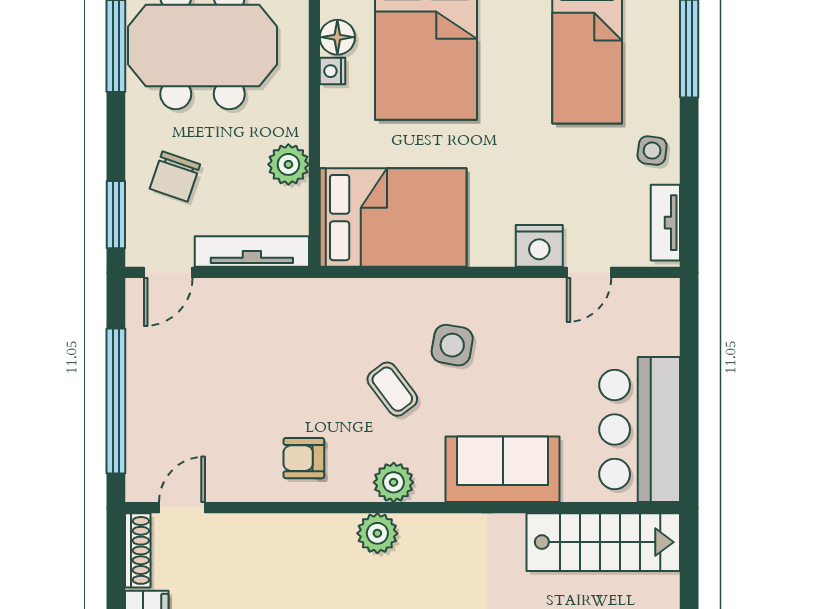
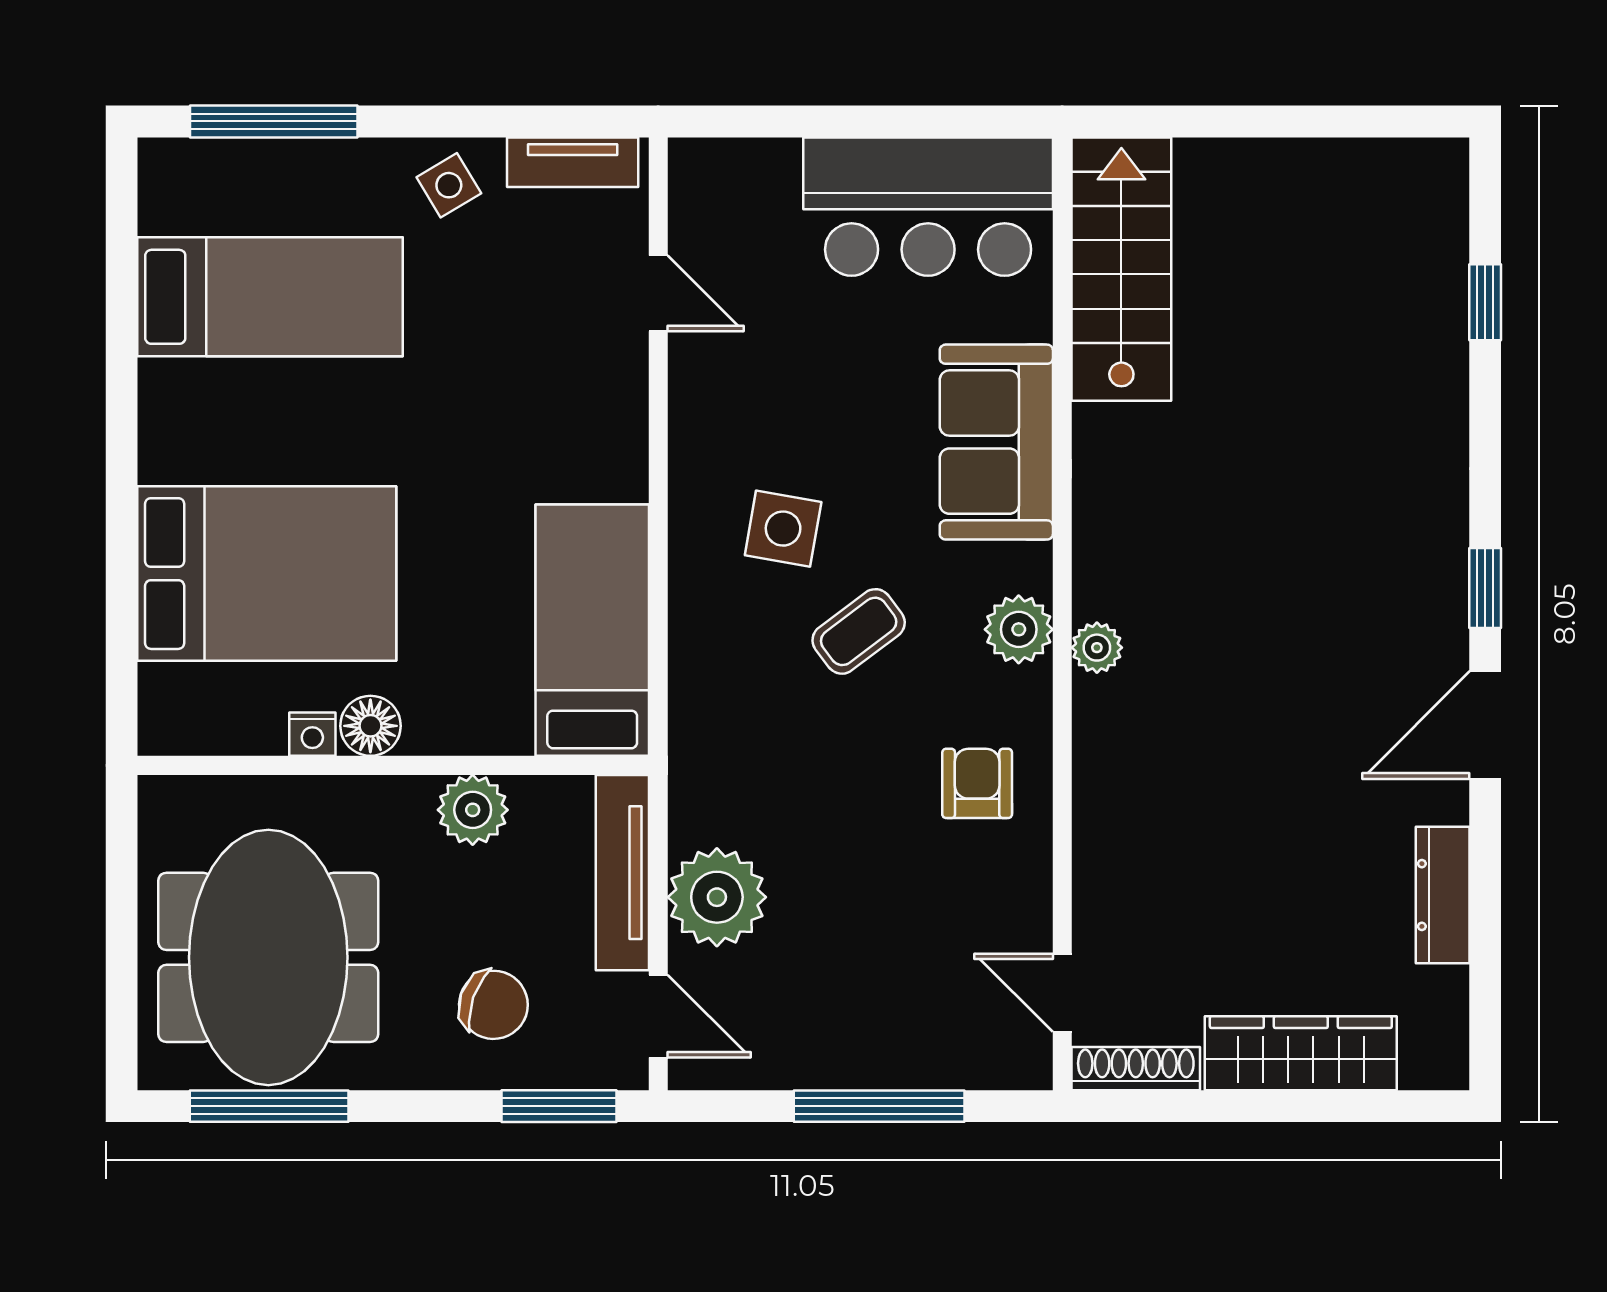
floor lamp: (337, 37) -> (370, 726), moved
side table: (652, 151) -> (449, 185), turned -38
bed: (393, 218) -> (592, 630), width x0.67
nightstand: (539, 246) -> (613, 379), removed
plant: (238, 307) -> (717, 897), added
window: (116, 401) -> (879, 1106), width x0.68
armchair: (304, 458) -> (977, 783), turned 180
plant: (377, 533) -> (1097, 648), width x0.73, depth x0.73

